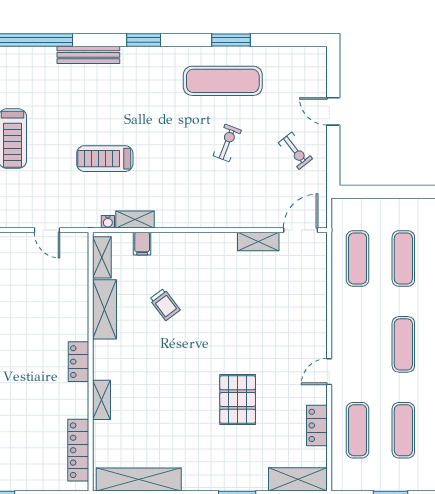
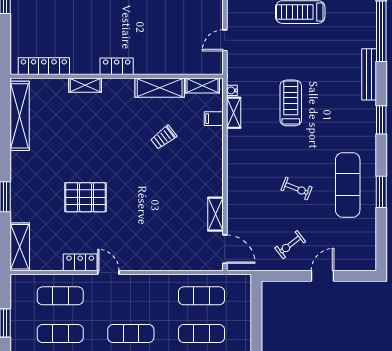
treadmill: (105, 159) -> (291, 103), moved
locker: (317, 425) -> (80, 262), moved

